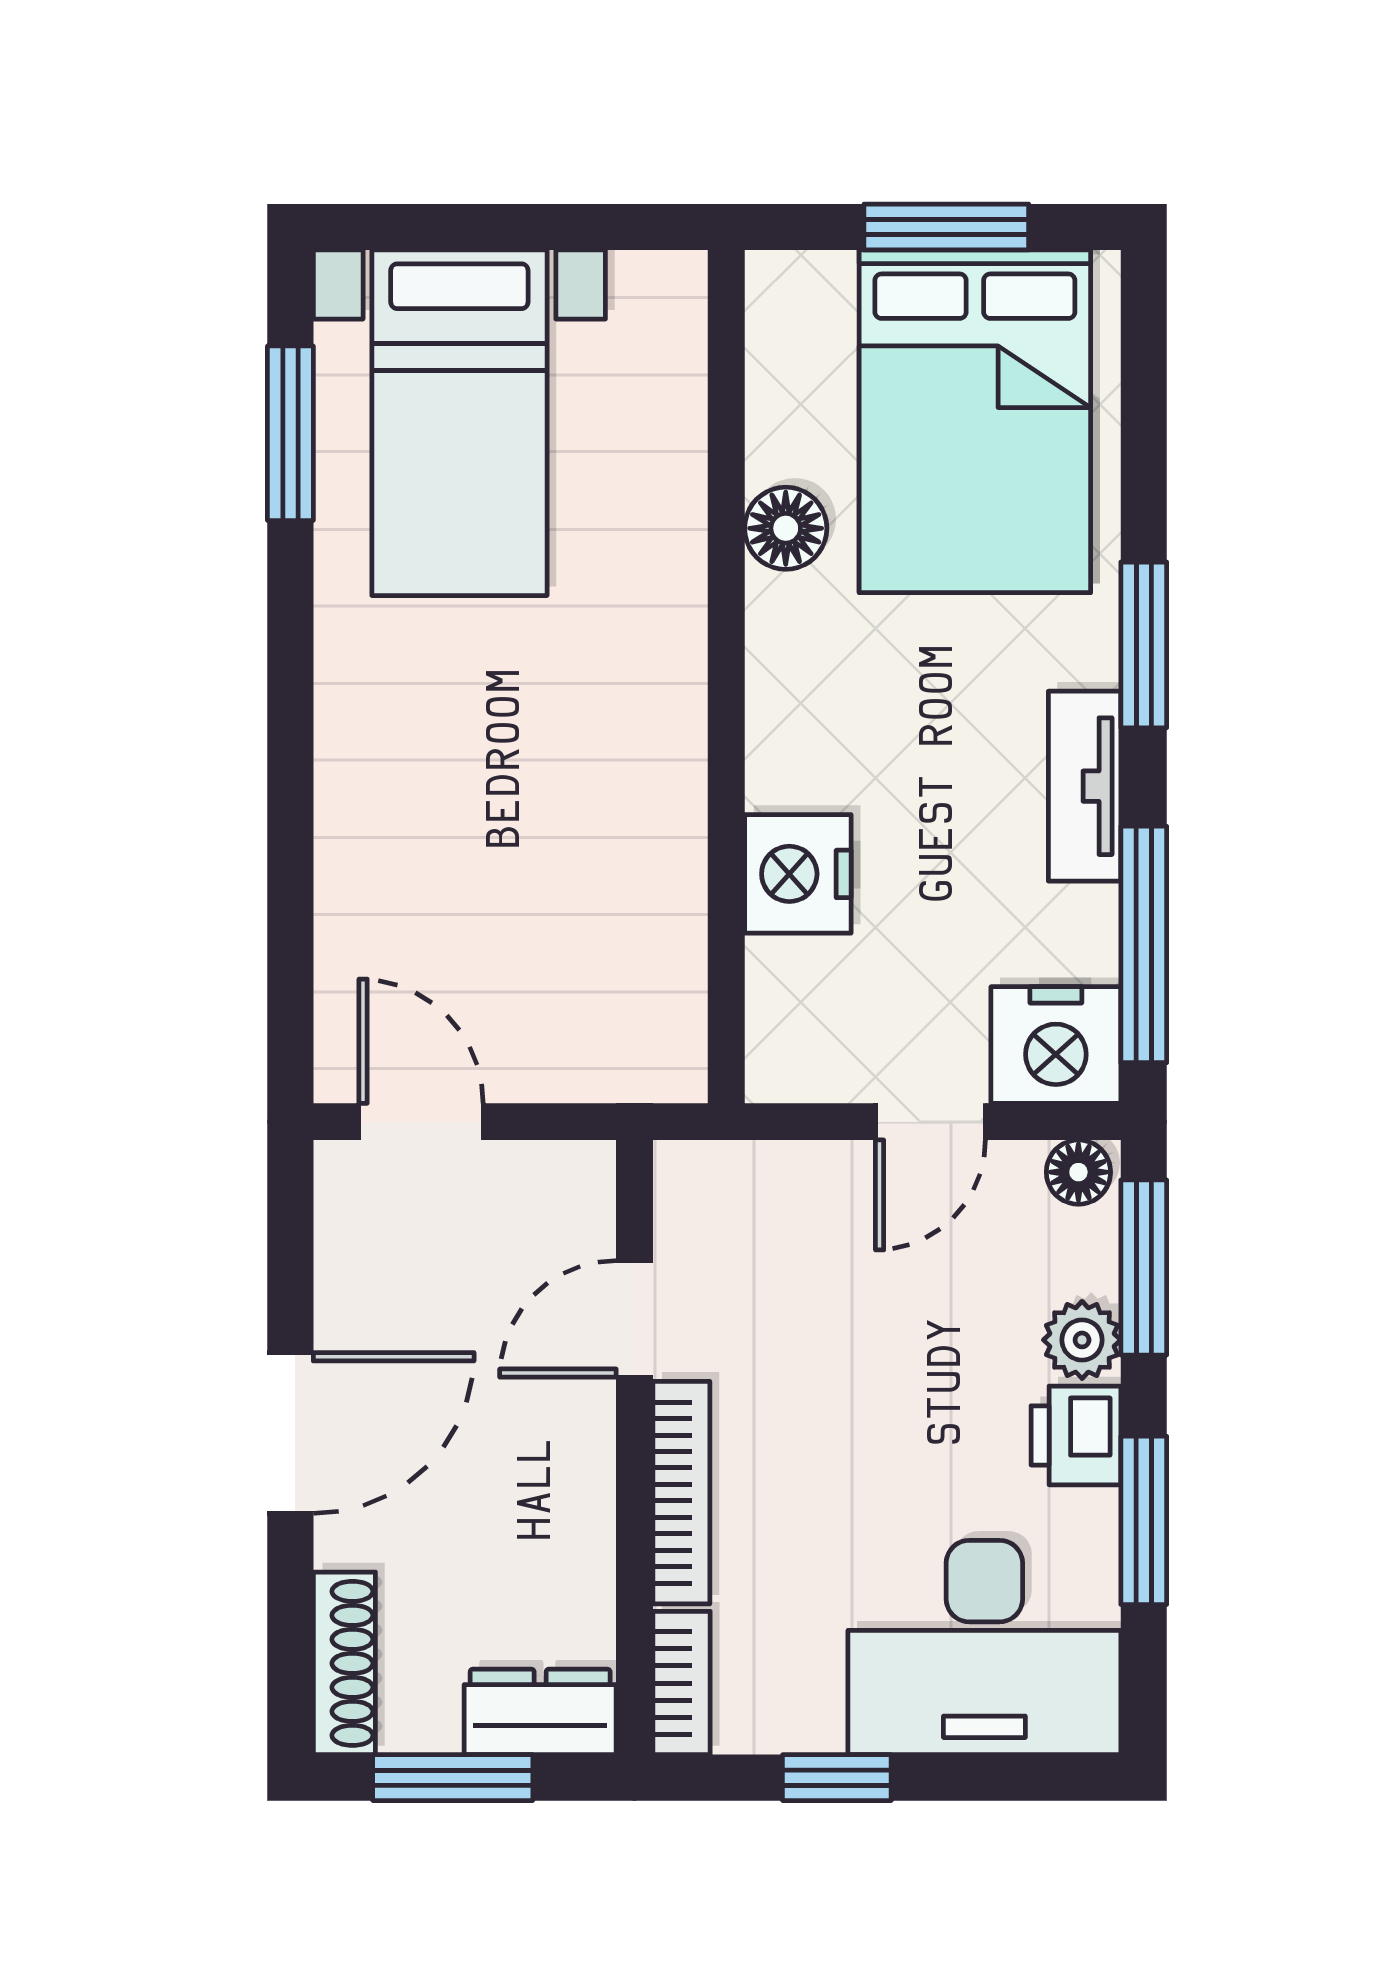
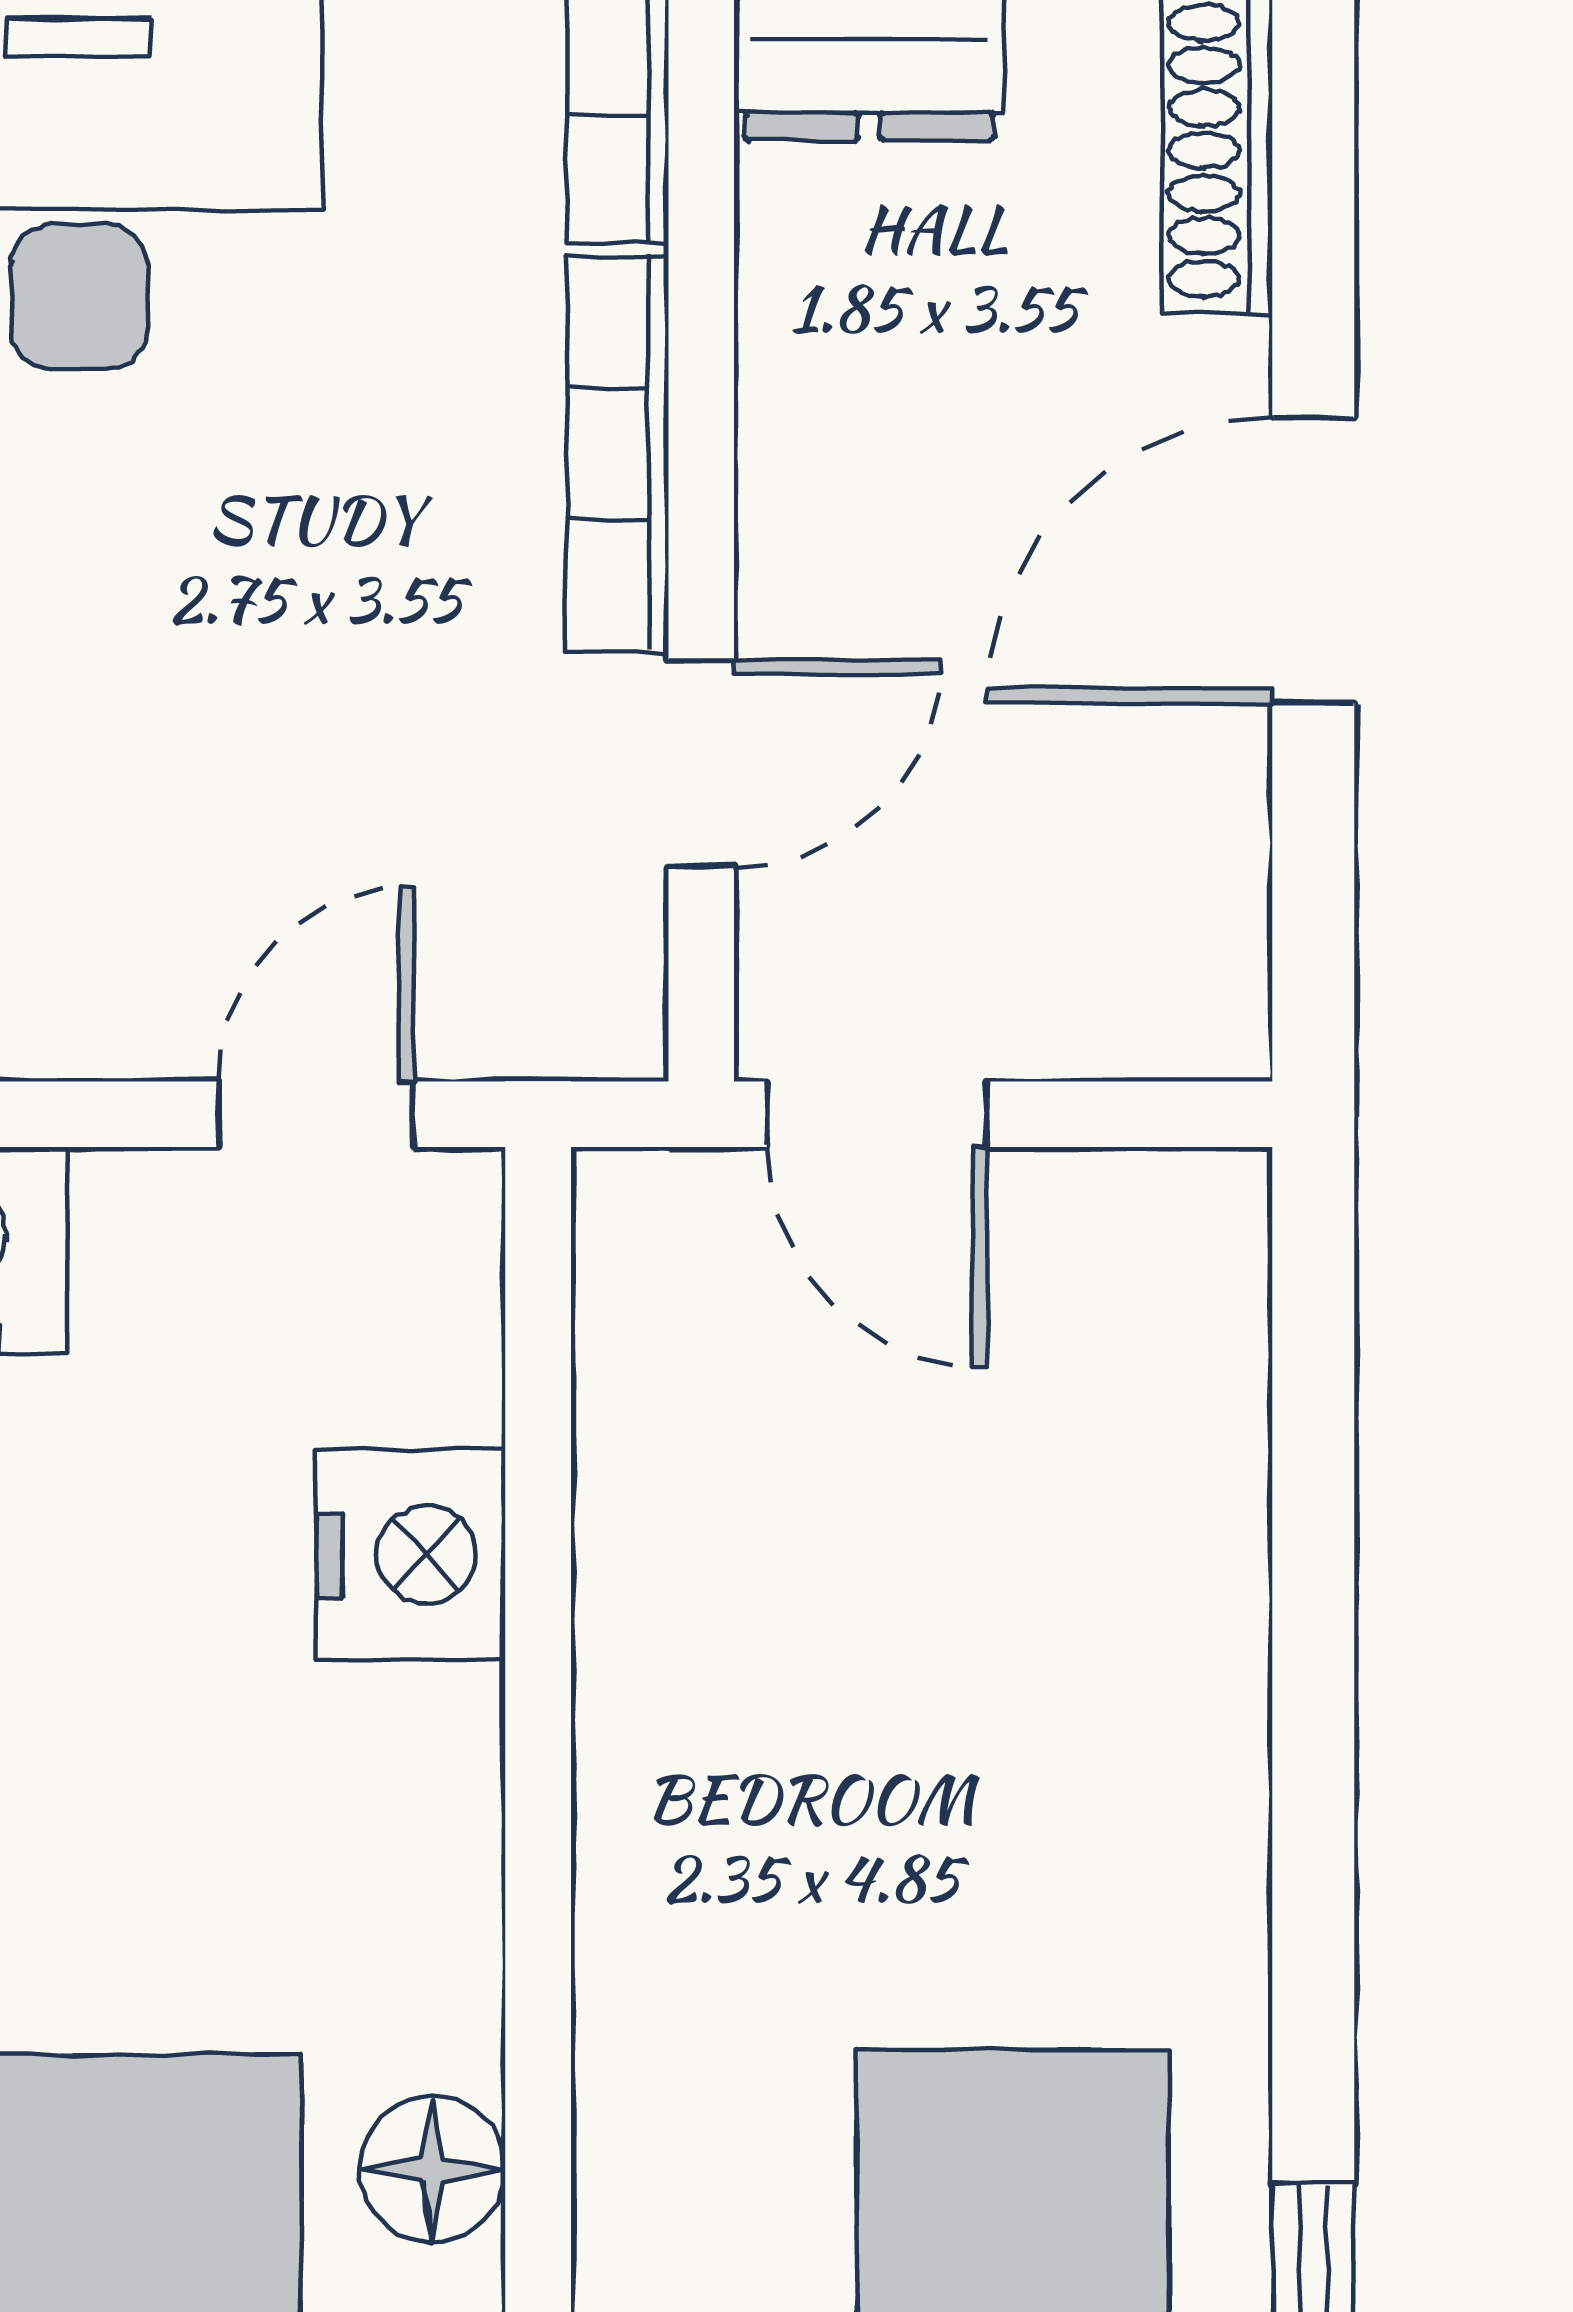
door: (421, 1122) -> (877, 1114), moved
door: (930, 1122) -> (316, 1114), moved

